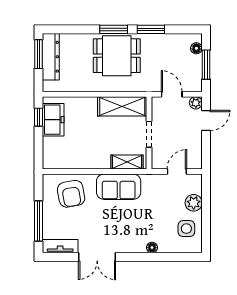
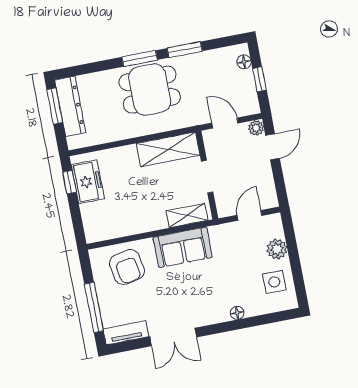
window: (206, 65) -> (259, 79), width x0.67

